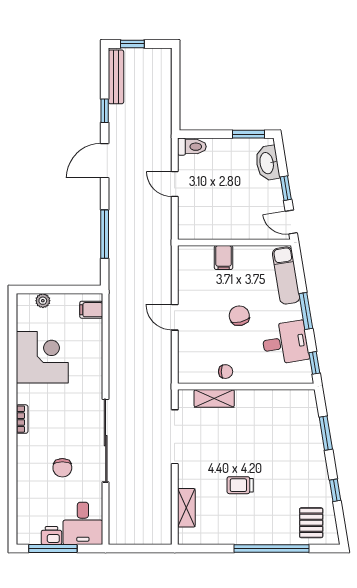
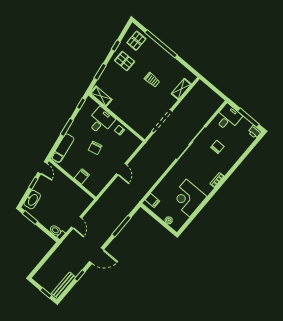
desk: (285, 343) -> (101, 121), moved, turned 99
shelving: (214, 398) -> (101, 96), moved
pallet: (303, 479) -> (125, 61), added
printer: (51, 536) -> (255, 132), moved

